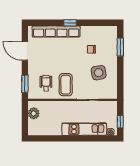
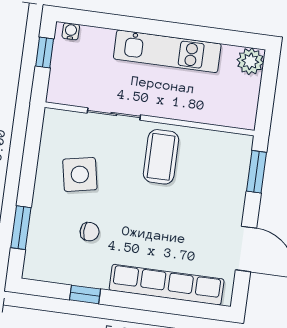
window: (70, 23) -> (85, 294), moved
wheelchair: (46, 83) -> (207, 167), removed
plant: (34, 113) -> (250, 61), moved
kitchen unit: (84, 129) -> (167, 51), moved

